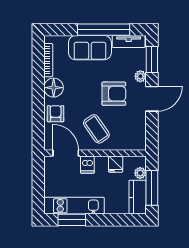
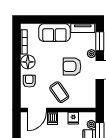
window: (104, 30) -> (64, 19), removed
armchair: (114, 94) -> (72, 66), turned 180
door: (66, 153) -> (37, 110), swing flipped

